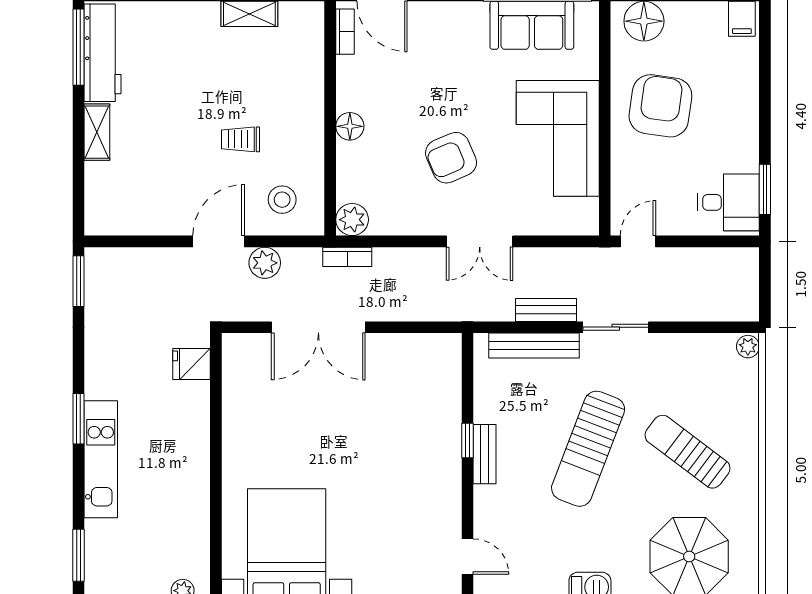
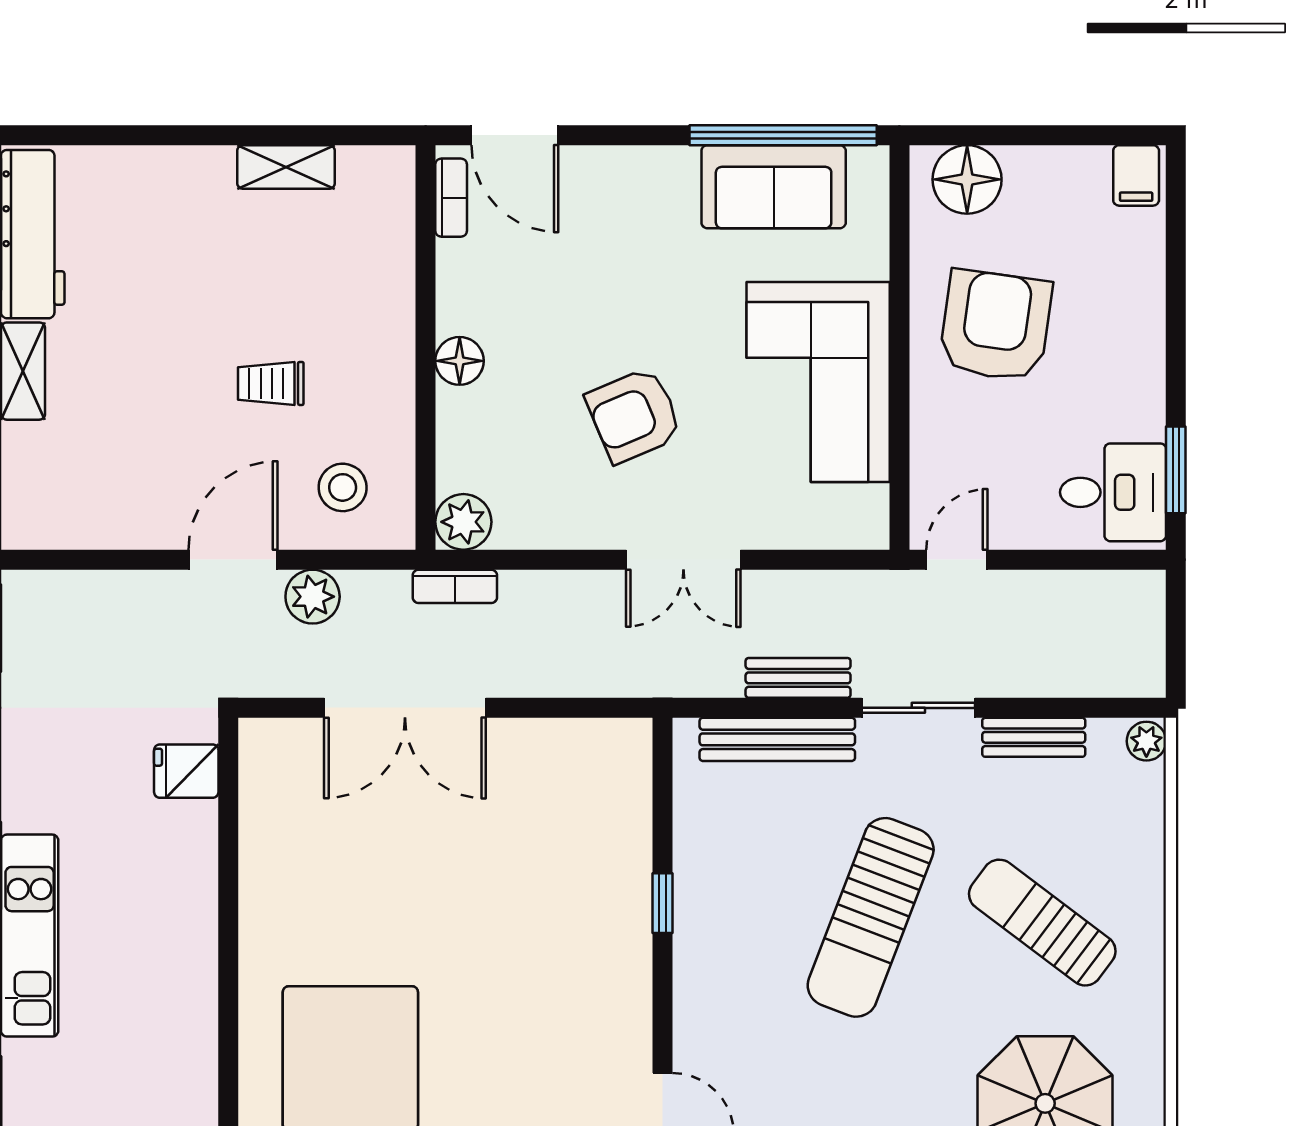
bench: (485, 454) -> (1034, 737), moved, turned 90

